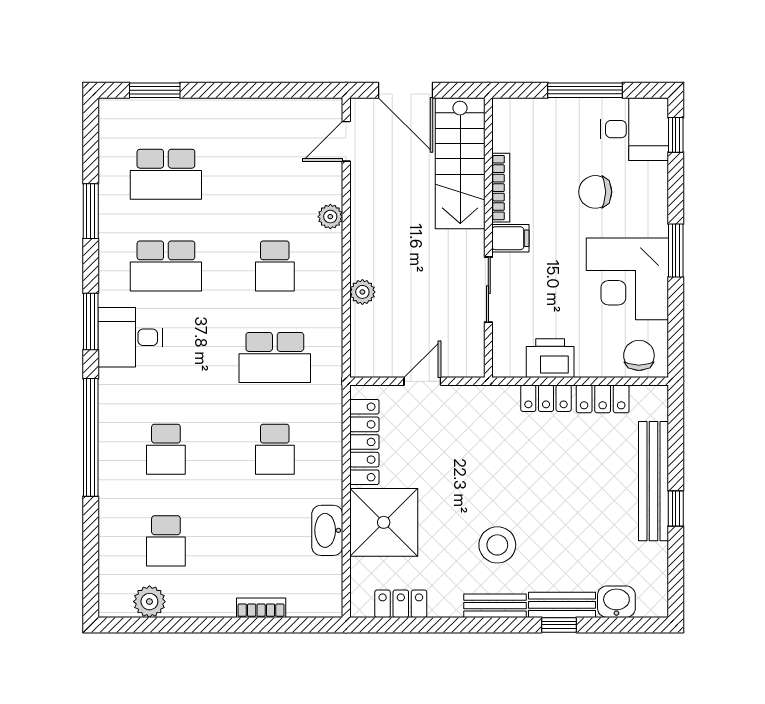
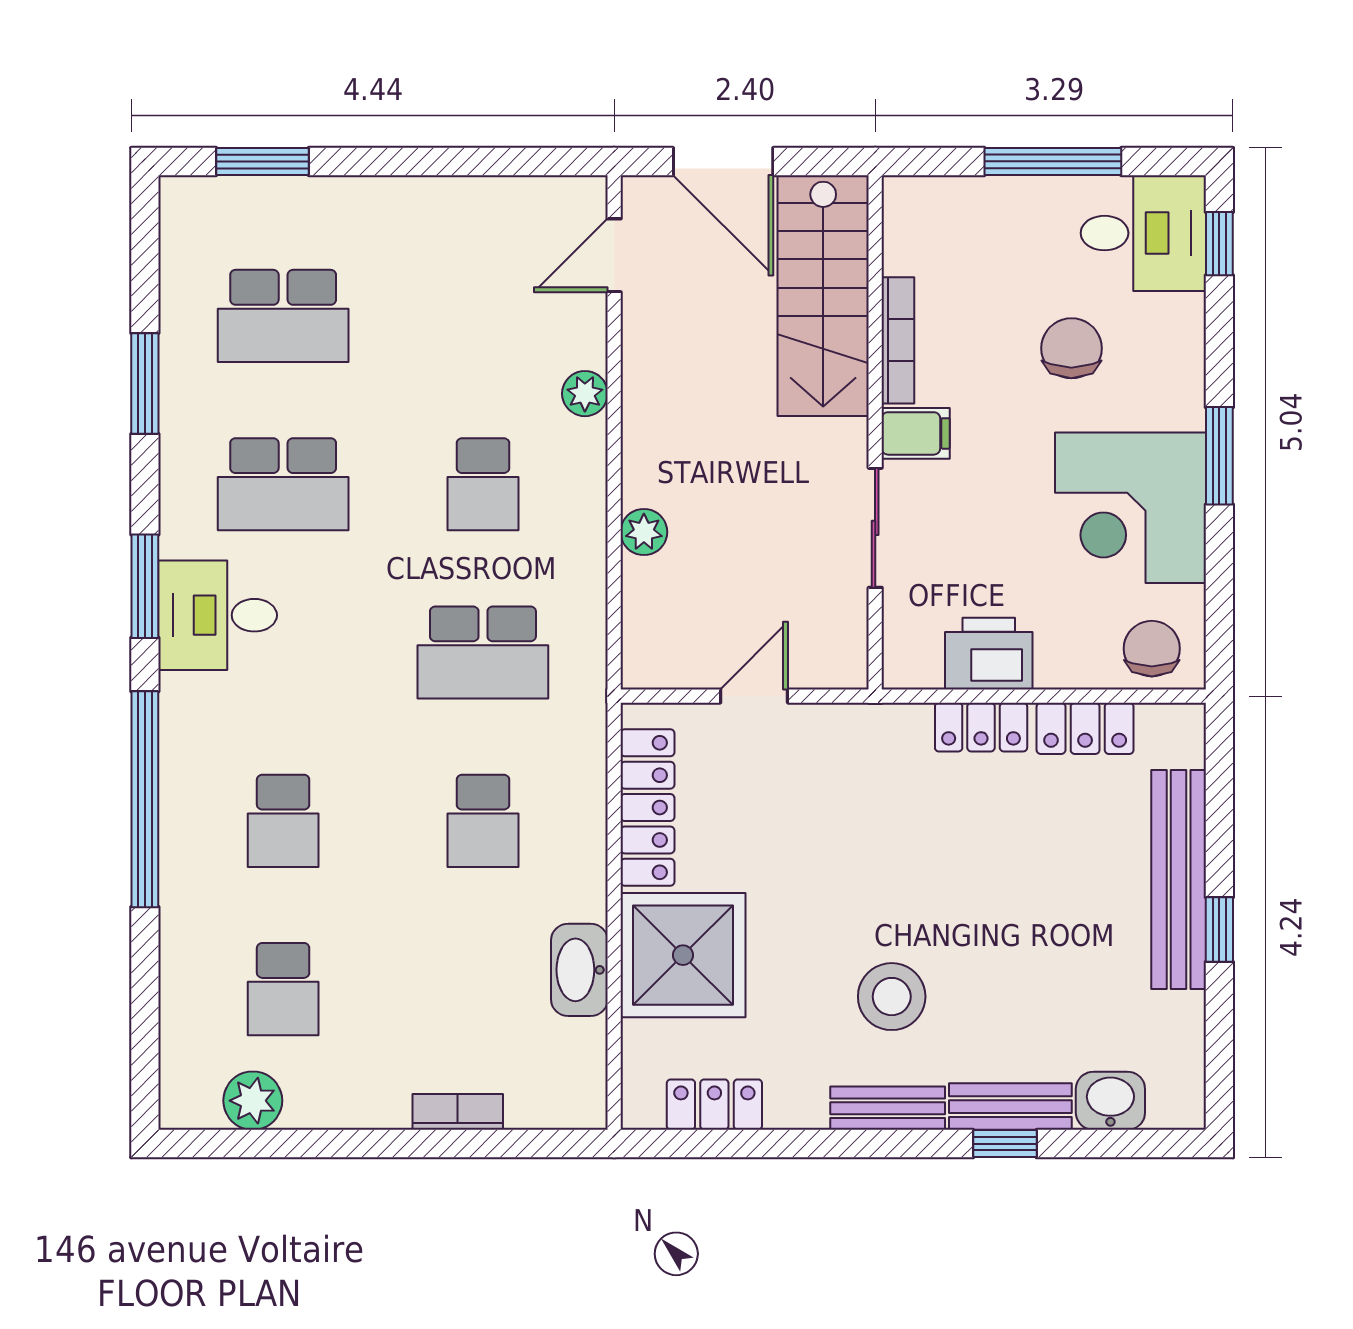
chair: (595, 192) -> (1071, 348), turned 90

